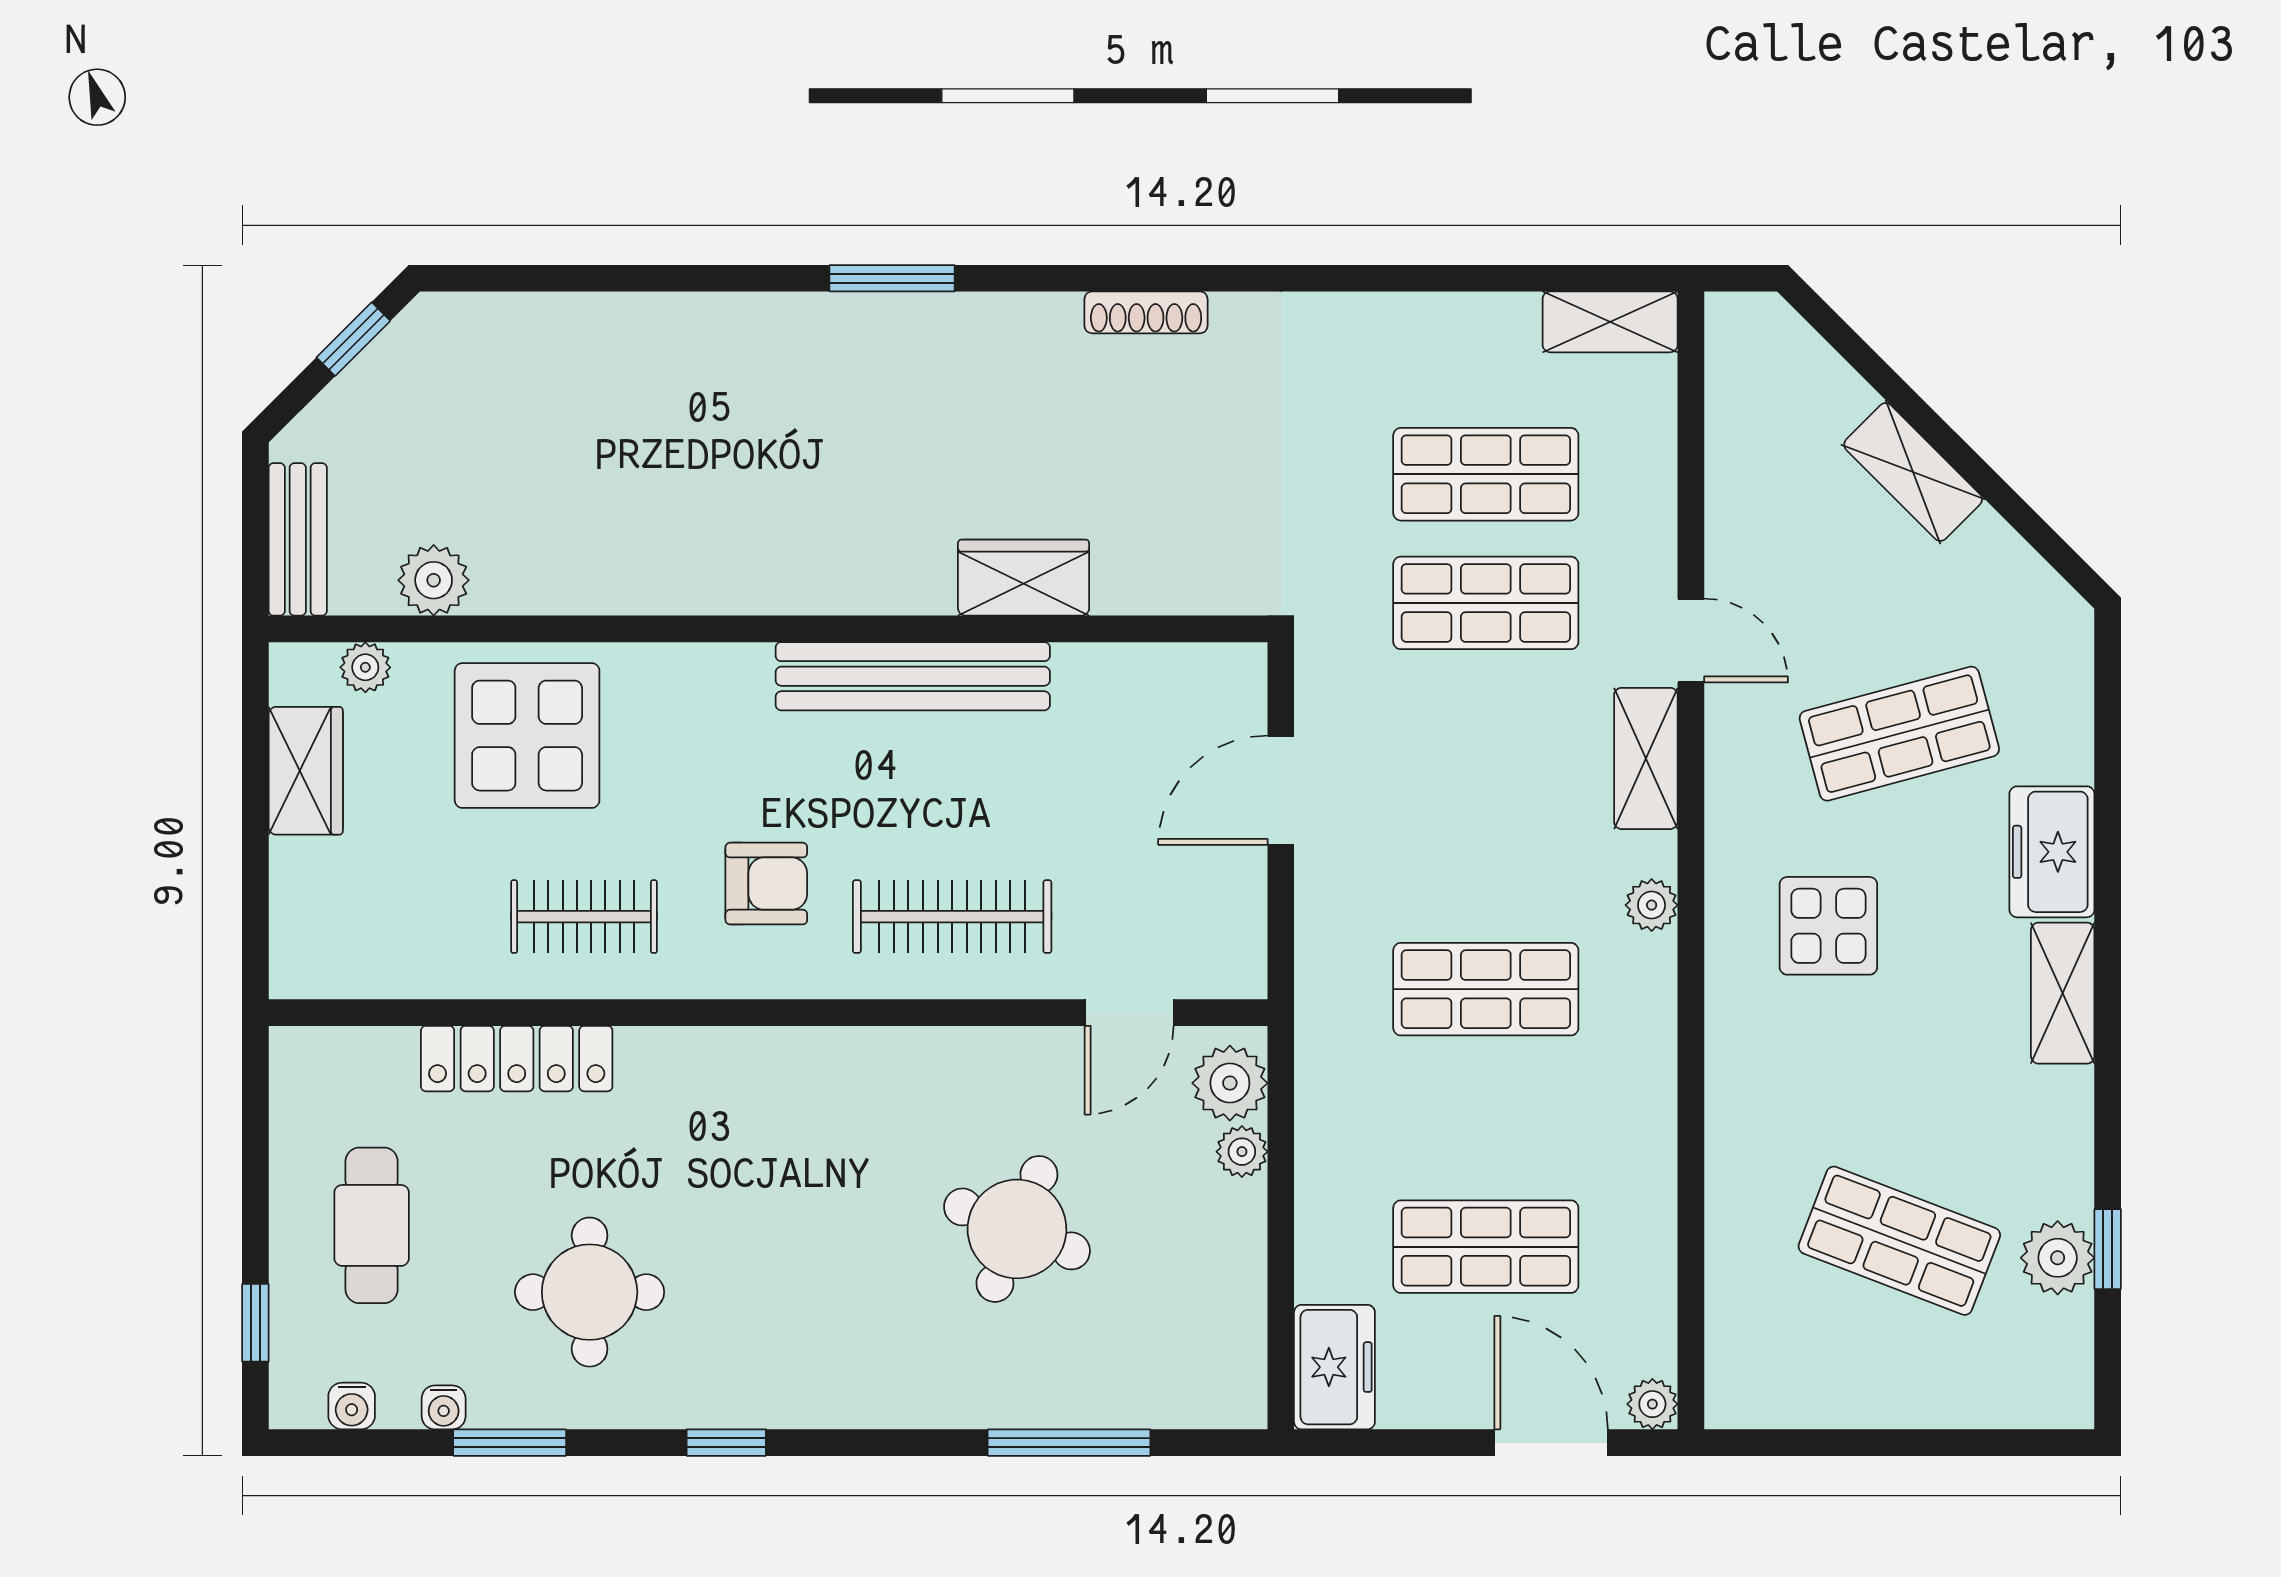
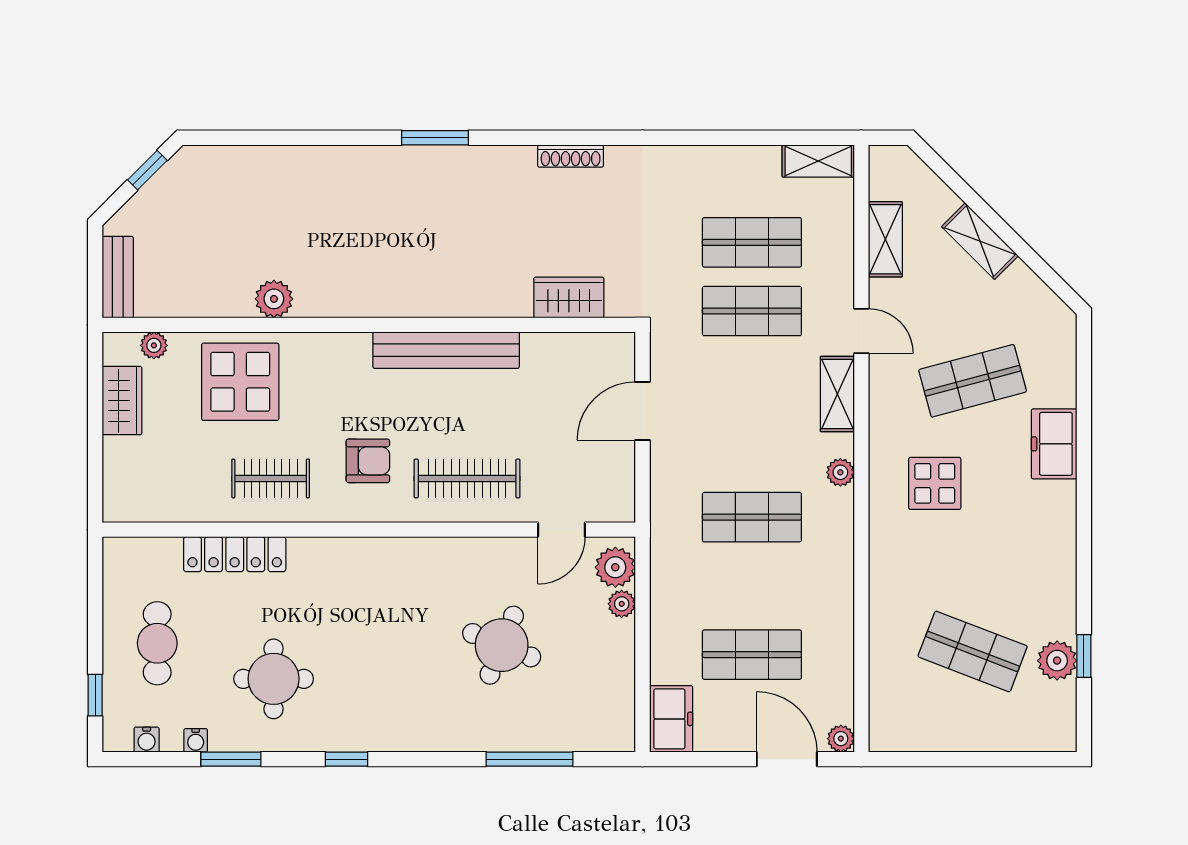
wardrobe: (1024, 578) -> (569, 297), moved
plant: (434, 580) -> (274, 299), moved
shelving: (2063, 993) -> (885, 239), moved

